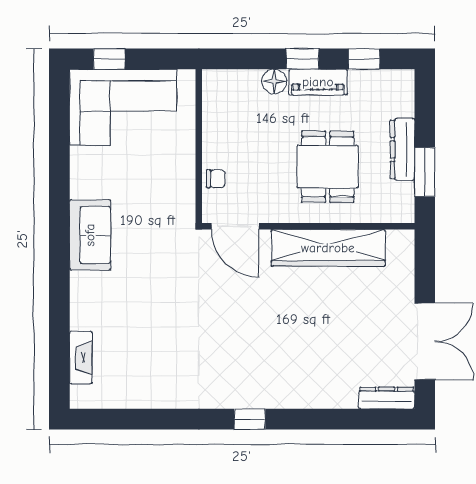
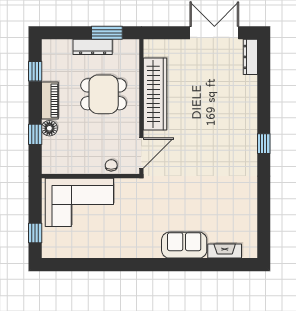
window: (302, 59) -> (35, 134), moved
corner sofa: (123, 107) -> (79, 202), moved, turned 90
sofa: (90, 235) -> (184, 245), moved

